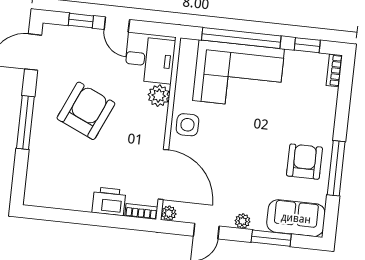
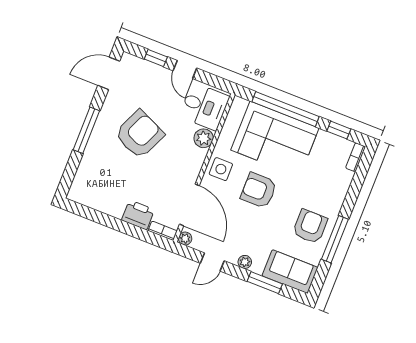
armchair: (236, 137) -> (259, 190), added

